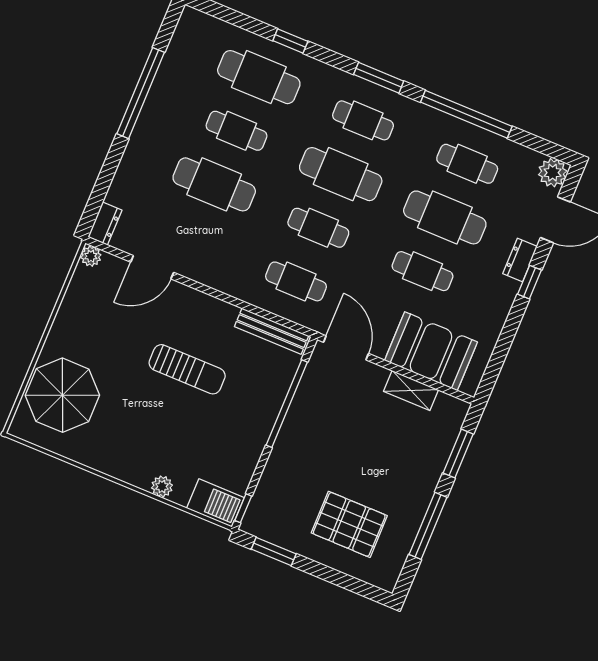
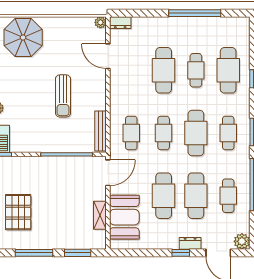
cafe table: (423, 271) -> (164, 196), width x1.37, depth x1.35

